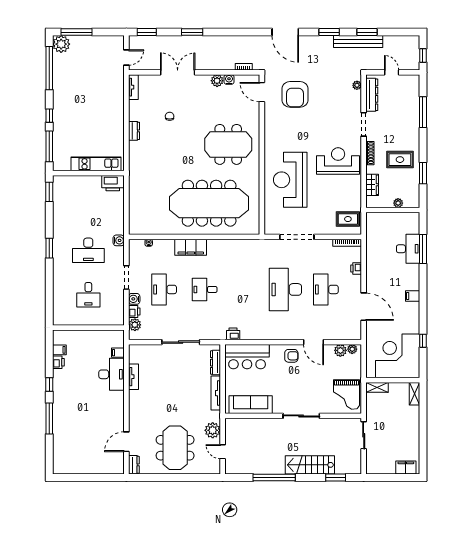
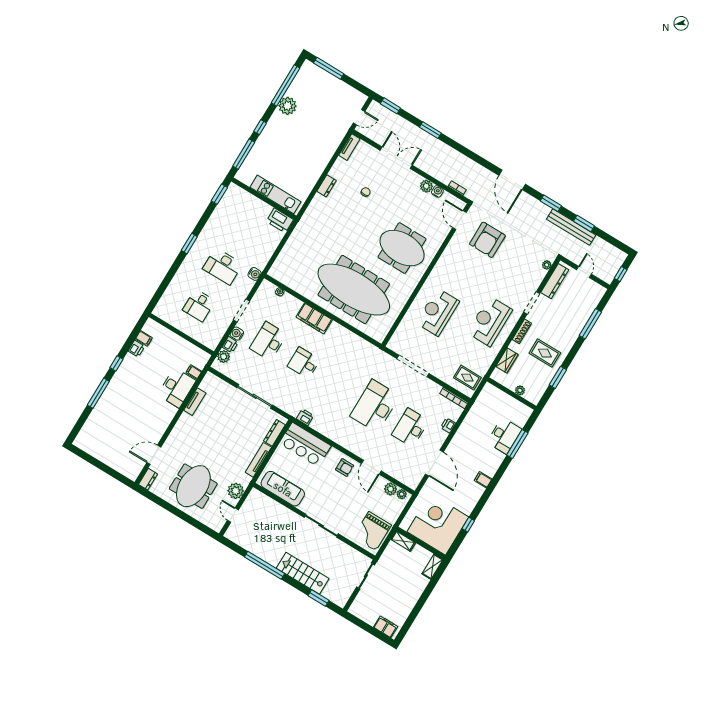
plant: (61, 44) -> (288, 106), moved
reception desk: (338, 161) -> (490, 321), turned -90
reception desk: (290, 180) -> (438, 312), width x0.74, depth x0.77

